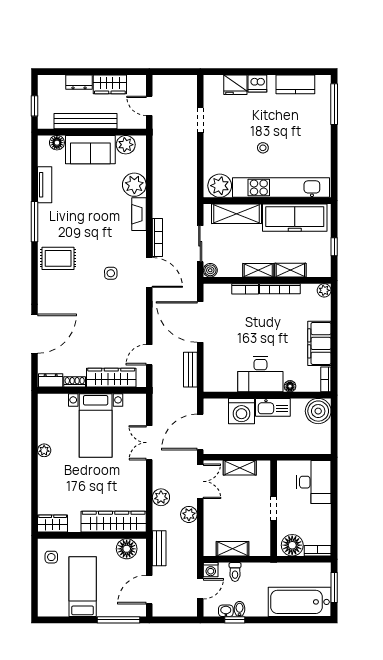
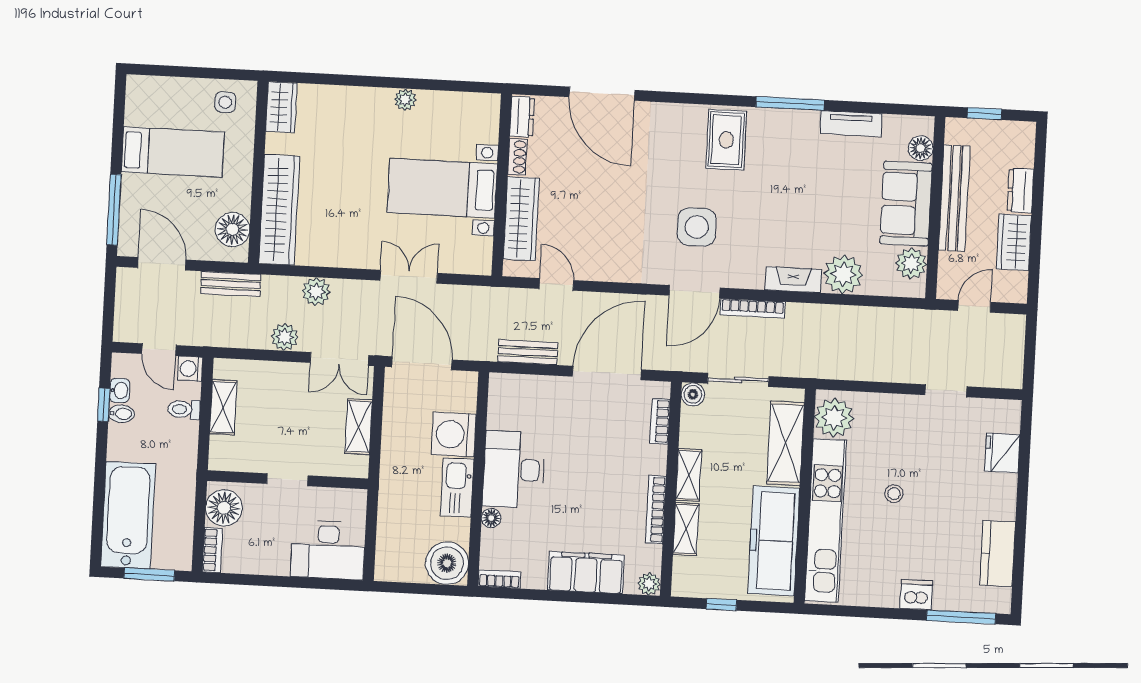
dishwasher: (257, 83) -> (916, 595), moved, turned 90
side table: (111, 273) -> (697, 227), width x1.87, depth x1.87
bookcase: (245, 289) -> (660, 421), moved
filing cabinet: (319, 343) -> (586, 572), moved

